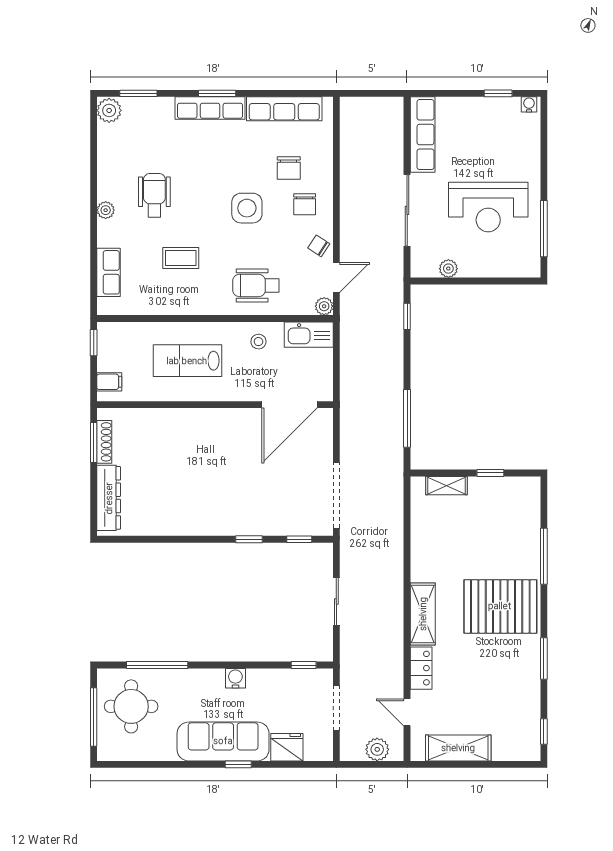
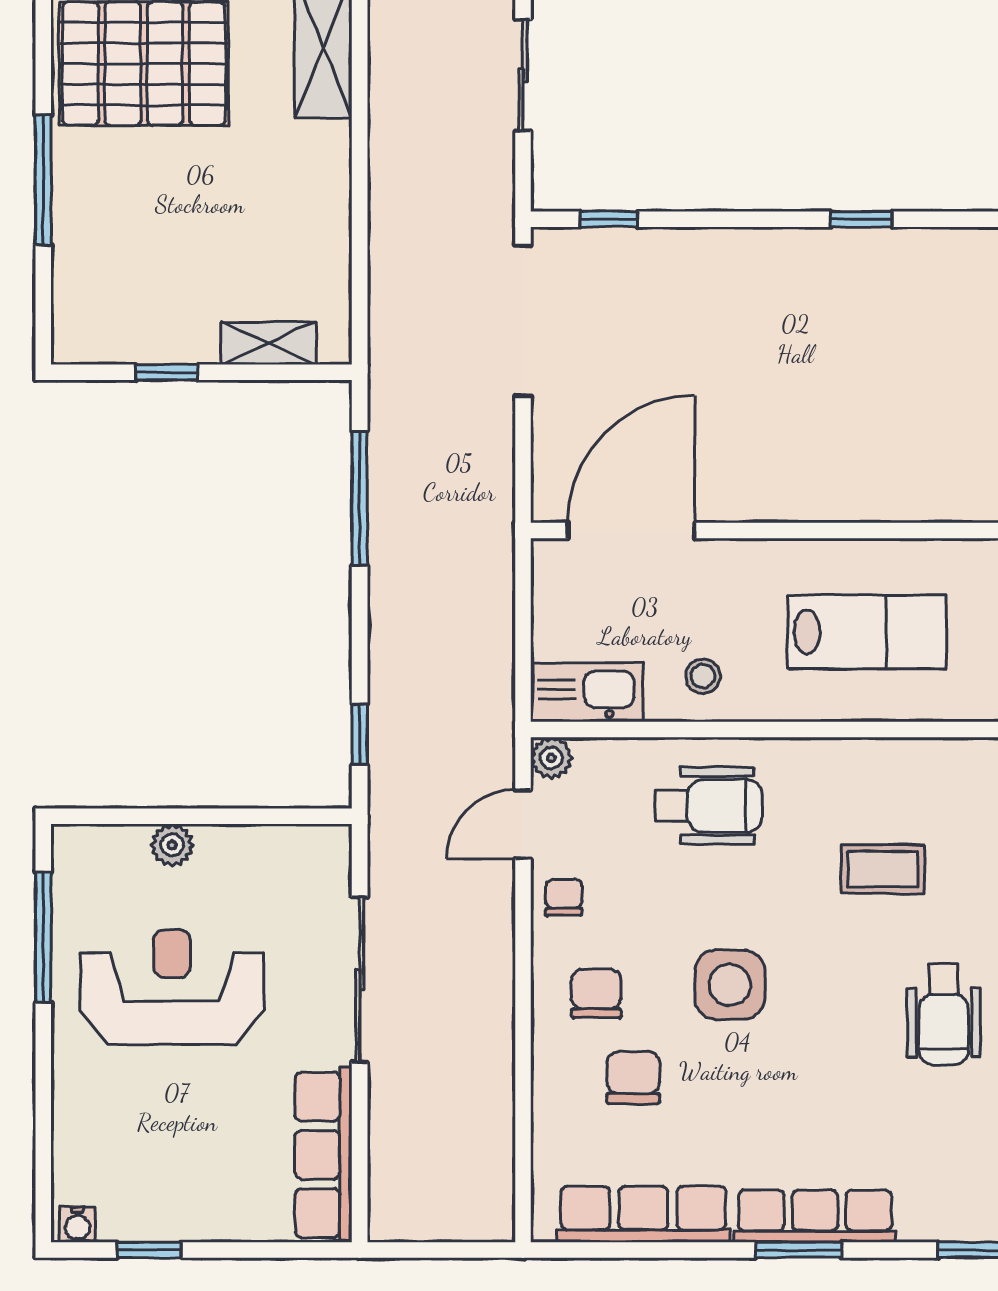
chair: (319, 246) -> (564, 897), turned -123
plant: (448, 269) -> (172, 845), moved
window: (249, 539) -> (861, 219), moved

